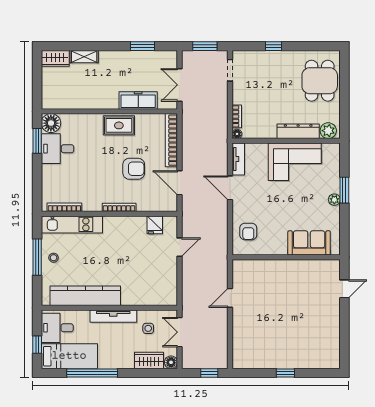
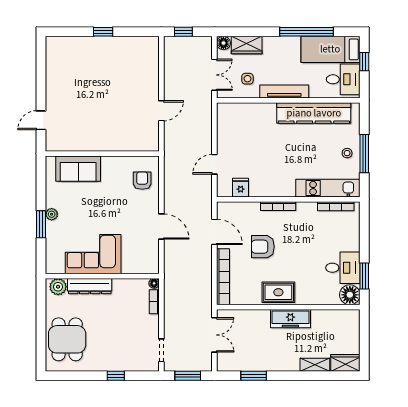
freezer: (138, 100) -> (290, 319), moved
tv unit: (238, 159) -> (153, 257), removed

